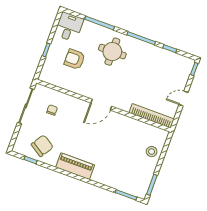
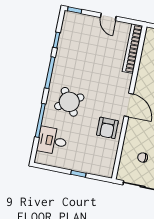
desk: (69, 27) -> (52, 141), moved
round table: (112, 52) -> (69, 102), turned -33
armchair: (75, 59) -> (107, 128), moved

